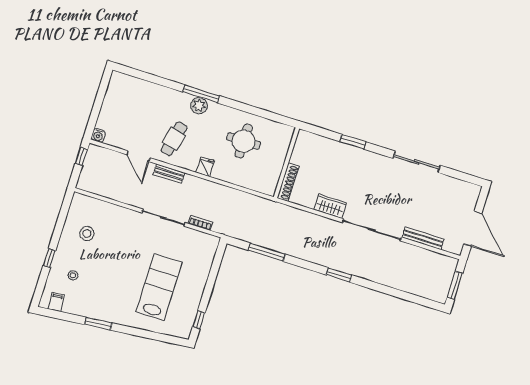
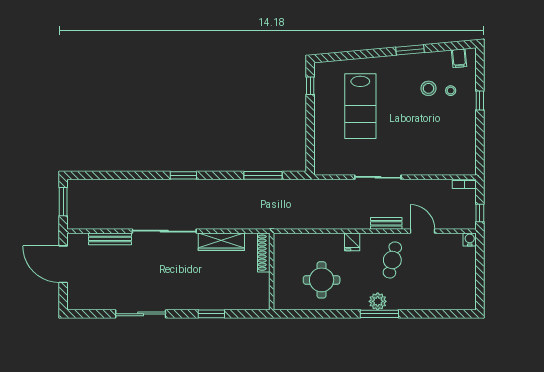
wardrobe: (330, 206) -> (221, 242), width x1.50
bookcase: (201, 223) -> (464, 184), moved
stool: (87, 234) -> (428, 88), moved

